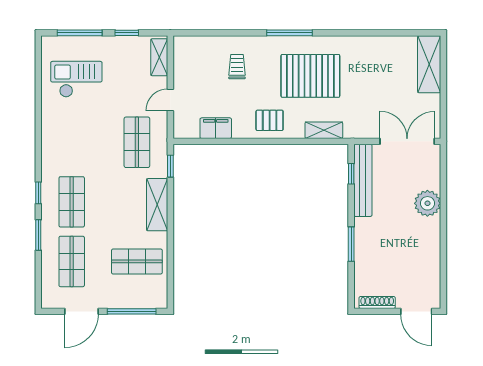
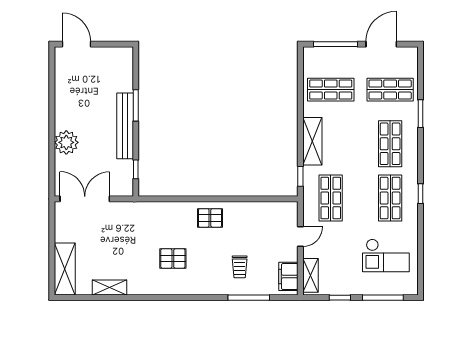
window: (290, 33) -> (249, 298), moved
pallet: (310, 76) -> (173, 258), width x0.49, depth x0.50
filing cabinet: (216, 128) -> (288, 276), moved, turned 90
shelving: (324, 130) -> (110, 288), moved
double door: (407, 141) -> (85, 199), swing flipped
shop shelf: (72, 142) -> (390, 198), added
bench: (363, 180) -> (125, 126), moved
window: (38, 193) -> (420, 194), moved
shop shelf: (72, 261) -> (390, 90), turned 90
shoe rack: (377, 302) -> (112, 52), removed

